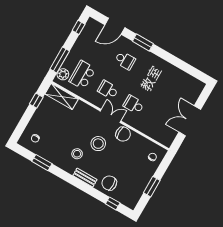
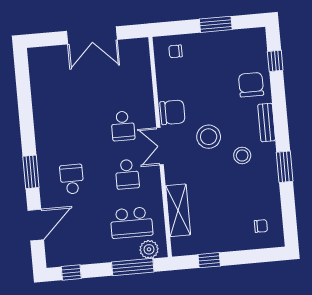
door: (115, 26) -> (36, 225), hinge flipped
shelving: (62, 96) -> (178, 210), moved
chair: (123, 134) -> (172, 112), turned 90
window: (42, 163) -> (285, 167), moved
chair: (109, 183) -> (251, 85), turned 180

